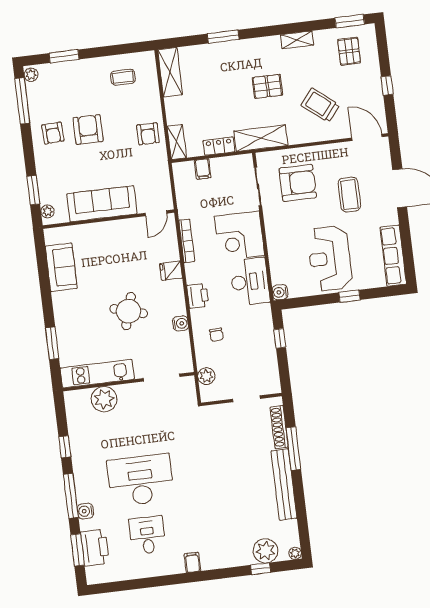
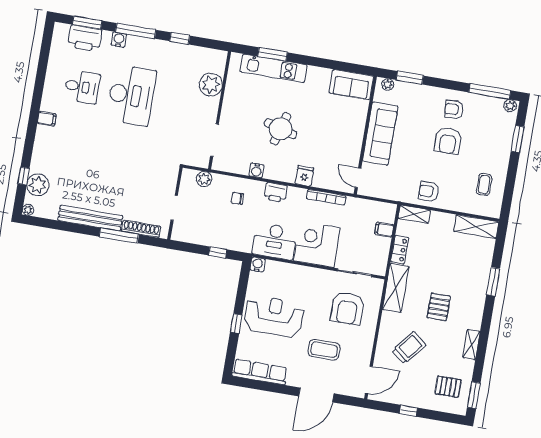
armchair: (88, 129) -> (448, 141), turned 90
sofa: (61, 267) -> (351, 84), moved
kitchen unit: (97, 374) -> (274, 68), moved, turned 90

